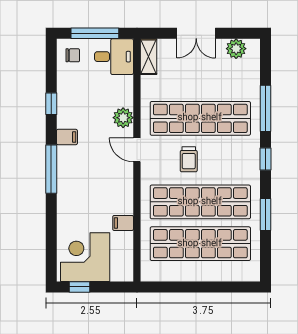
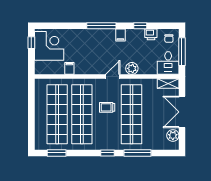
double door: (196, 33) -> (182, 112), width x1.37
printer: (66, 86) -> (151, 34), added
window: (266, 215) -> (57, 153), moved

